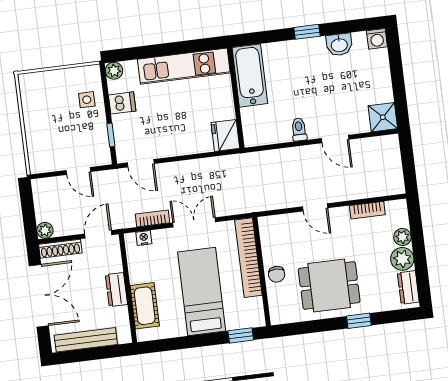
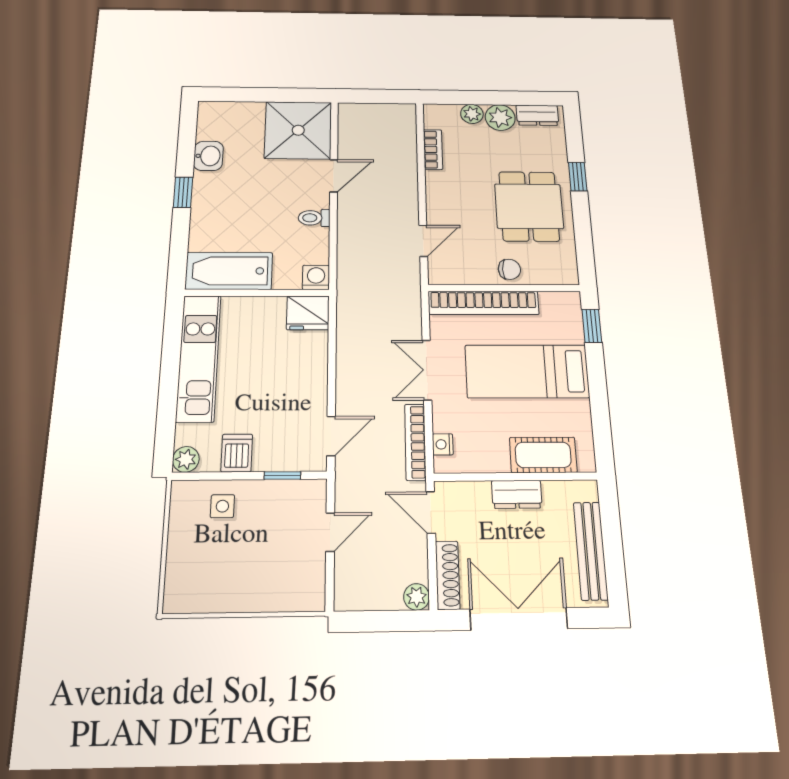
washing machine: (377, 39) -> (316, 277), moved, turned -90
shower: (383, 117) -> (298, 130), width x1.86, depth x1.86
door: (315, 207) -> (423, 241), moved
bookcase: (153, 218) -> (415, 442), width x1.56

